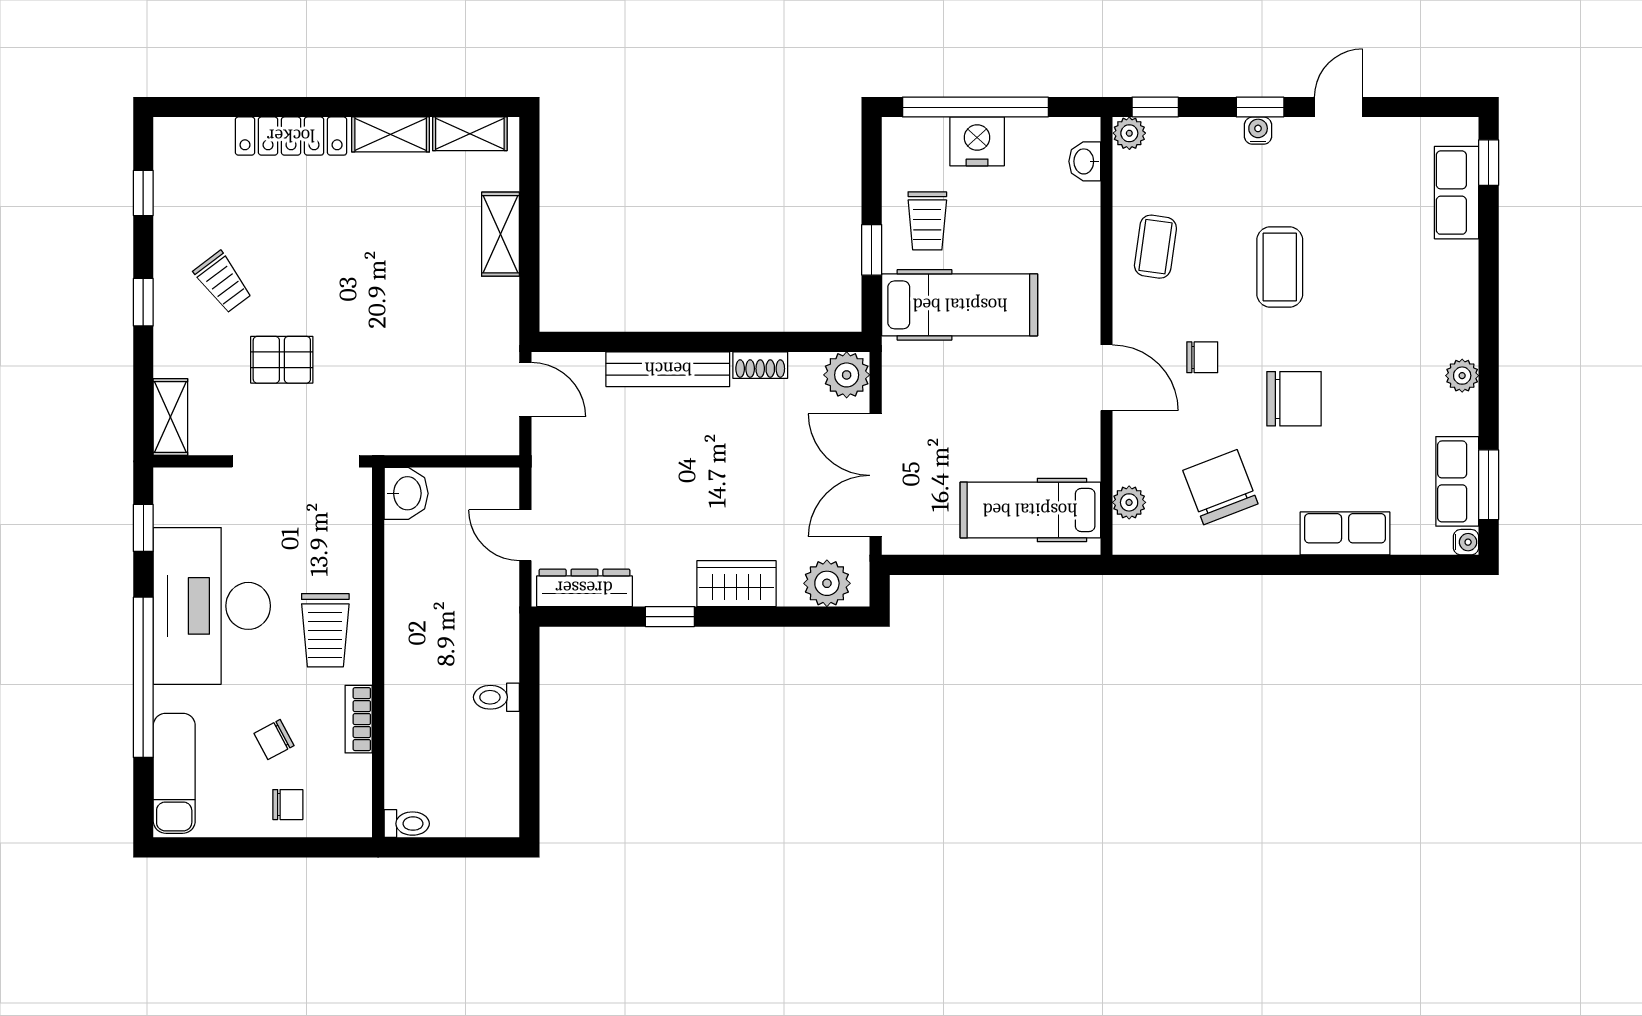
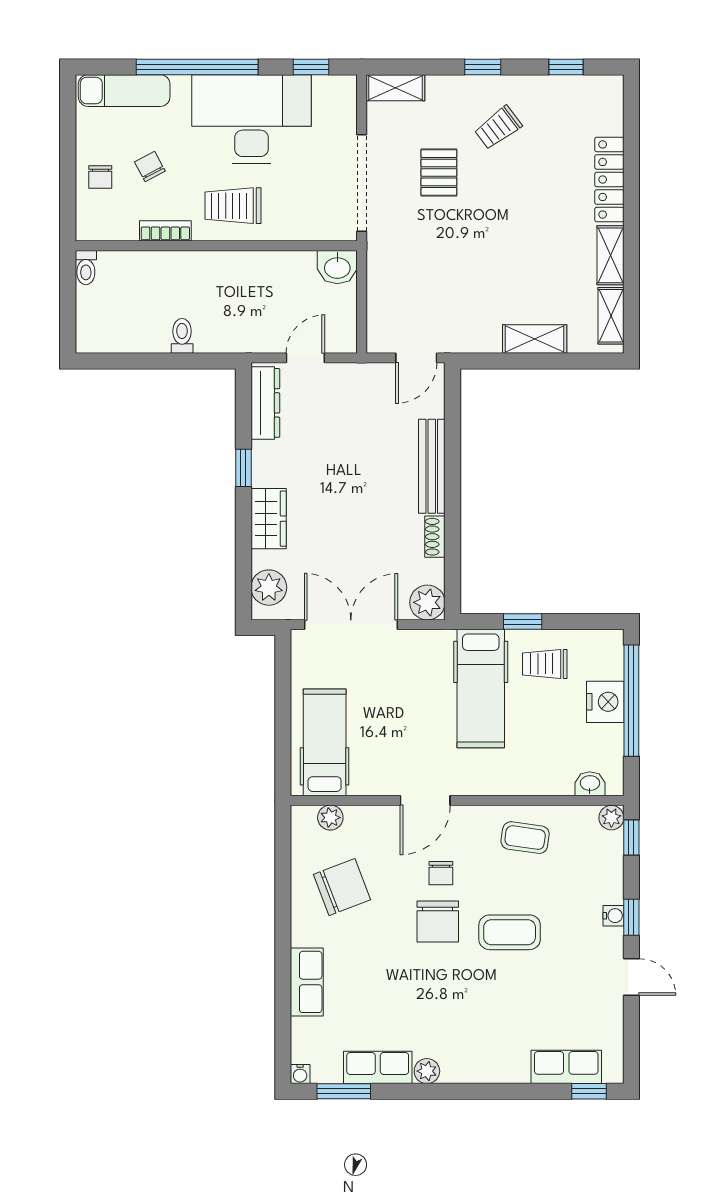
chair: (1294, 399) -> (438, 921), moved
row of seats: (1457, 481) -> (378, 1067), moved

